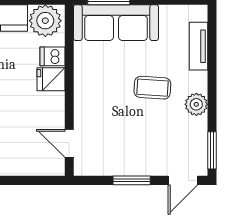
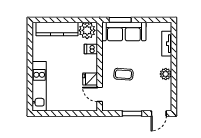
fridge: (51, 79) -> (90, 79), moved
coffee table: (152, 88) -> (123, 74), moved
window: (212, 150) -> (174, 98), removed

